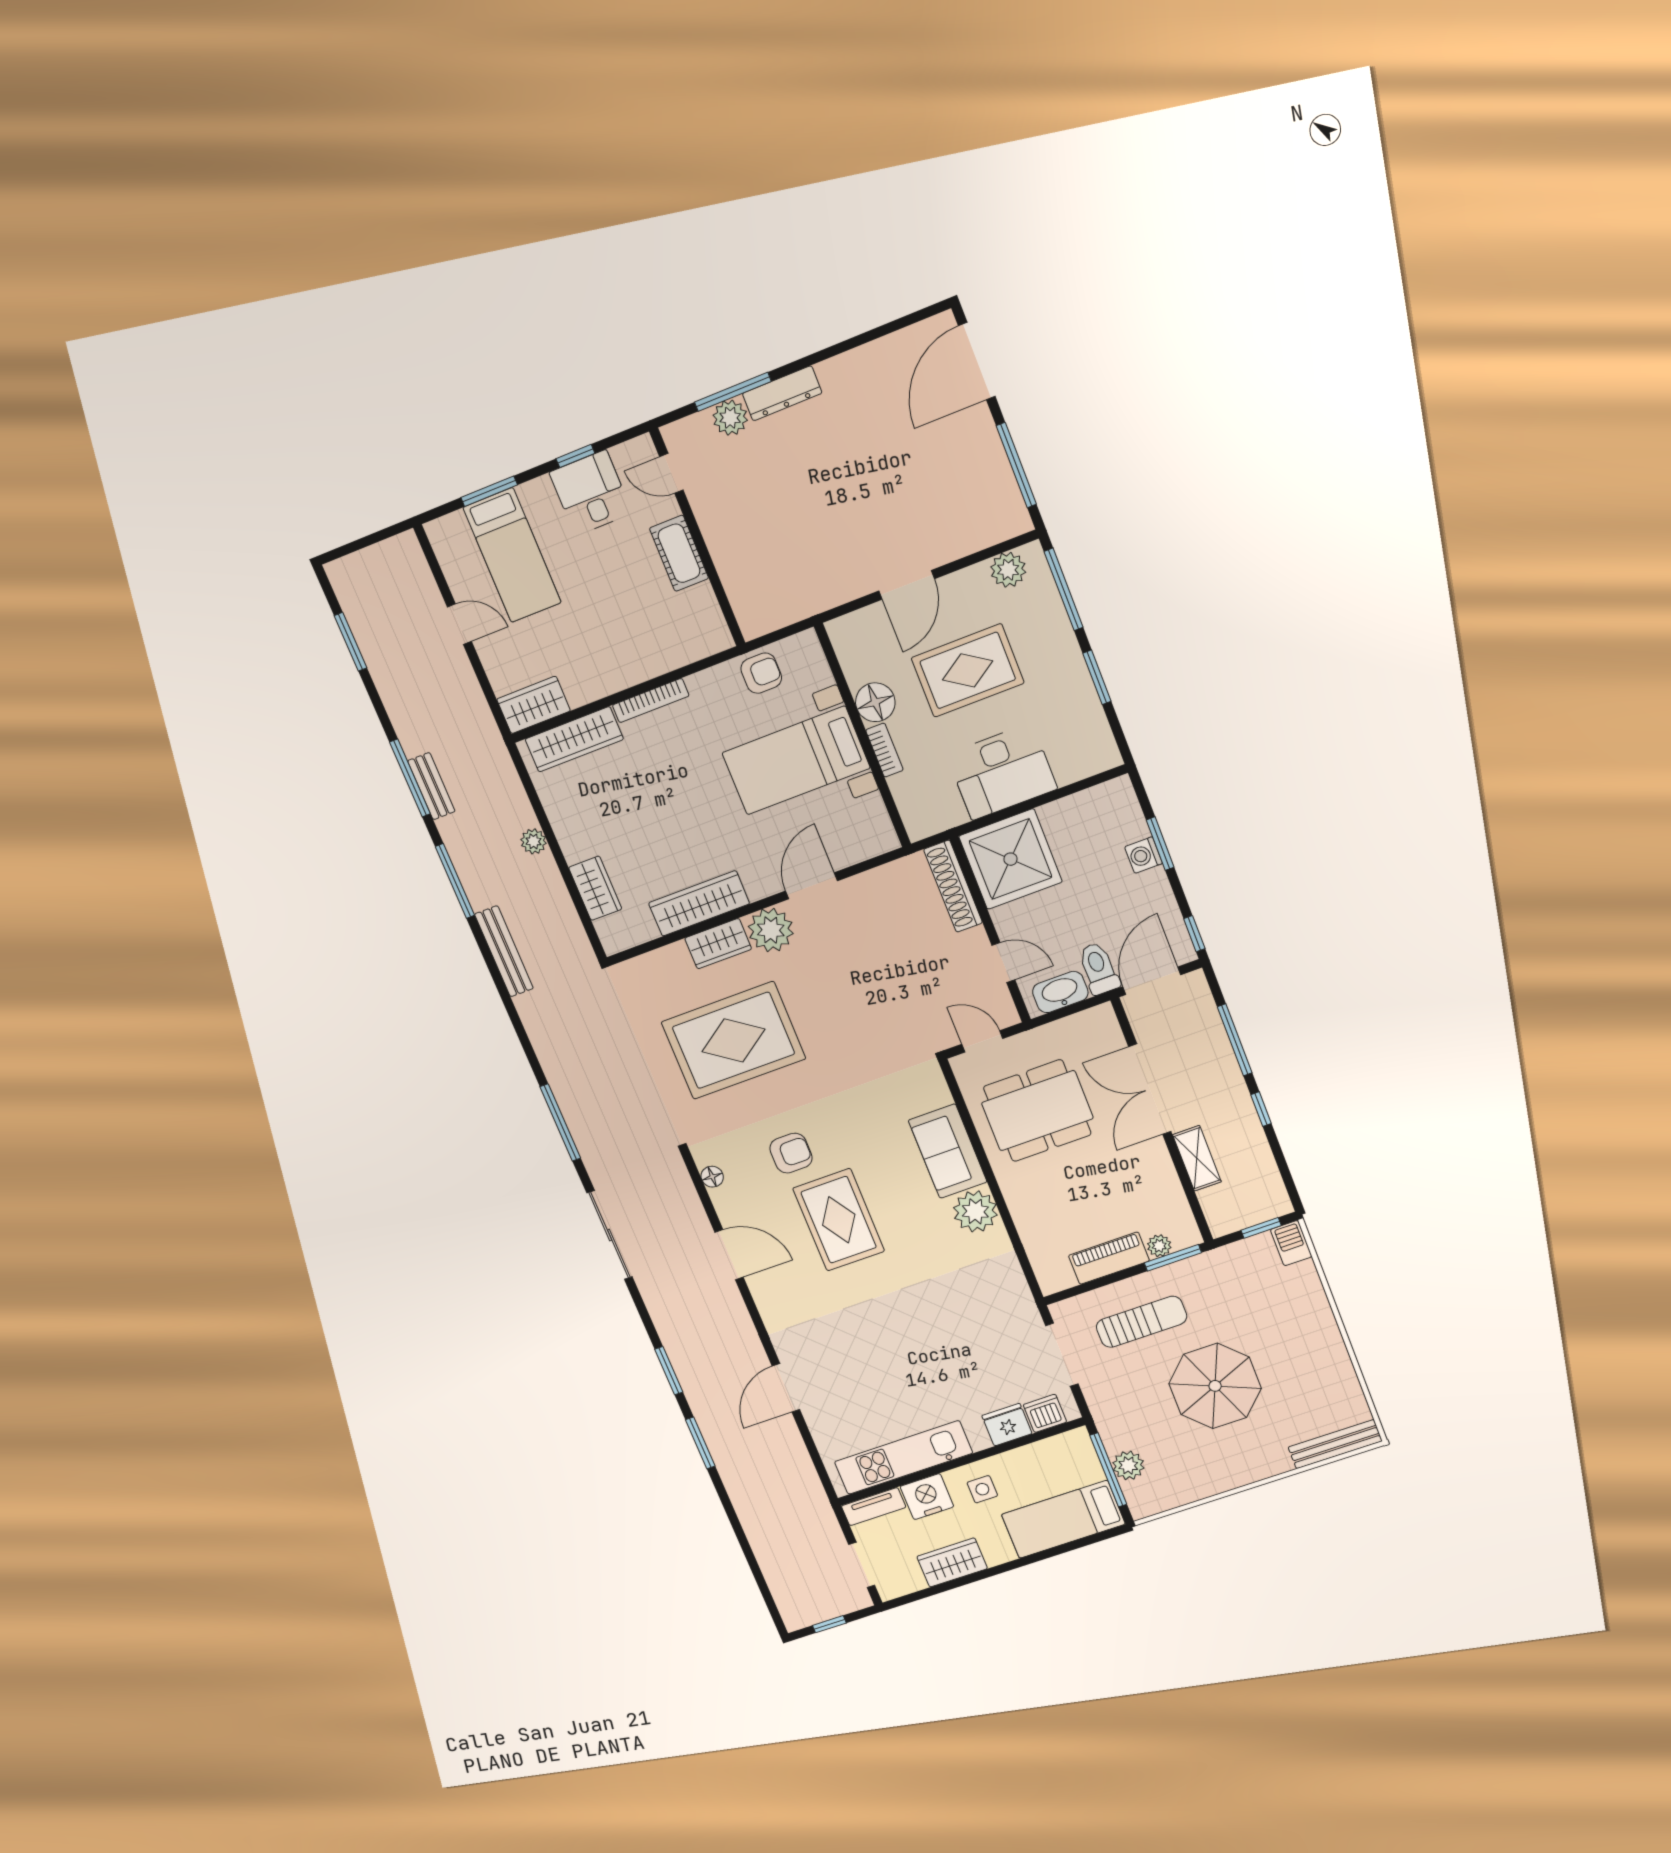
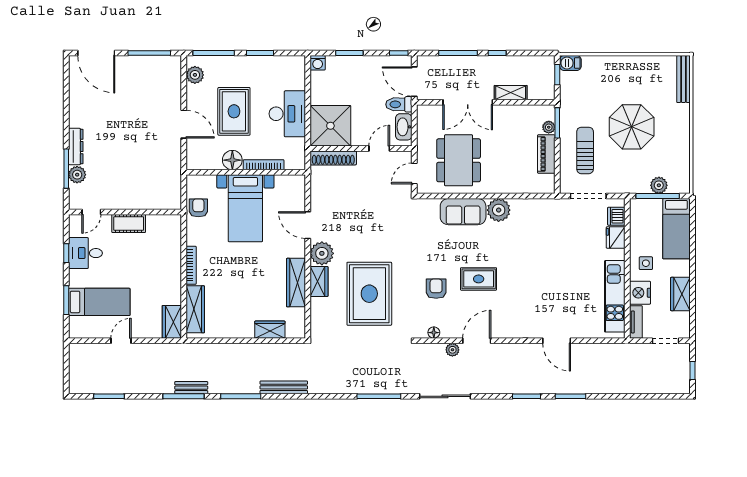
bookcase: (884, 750) -> (264, 165), width x1.56
plant: (534, 841) -> (452, 350), moved
washing machine: (1143, 855) -> (318, 63), moved
rug: (839, 1220) -> (479, 279), width x0.73, depth x0.70

